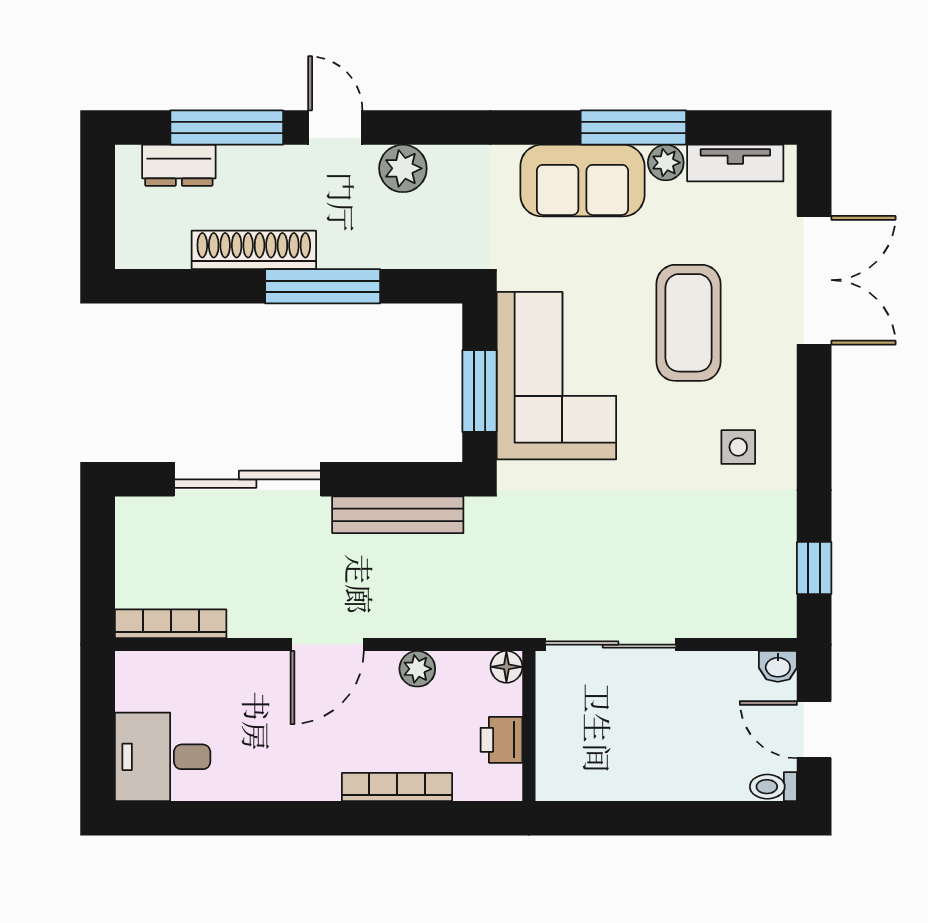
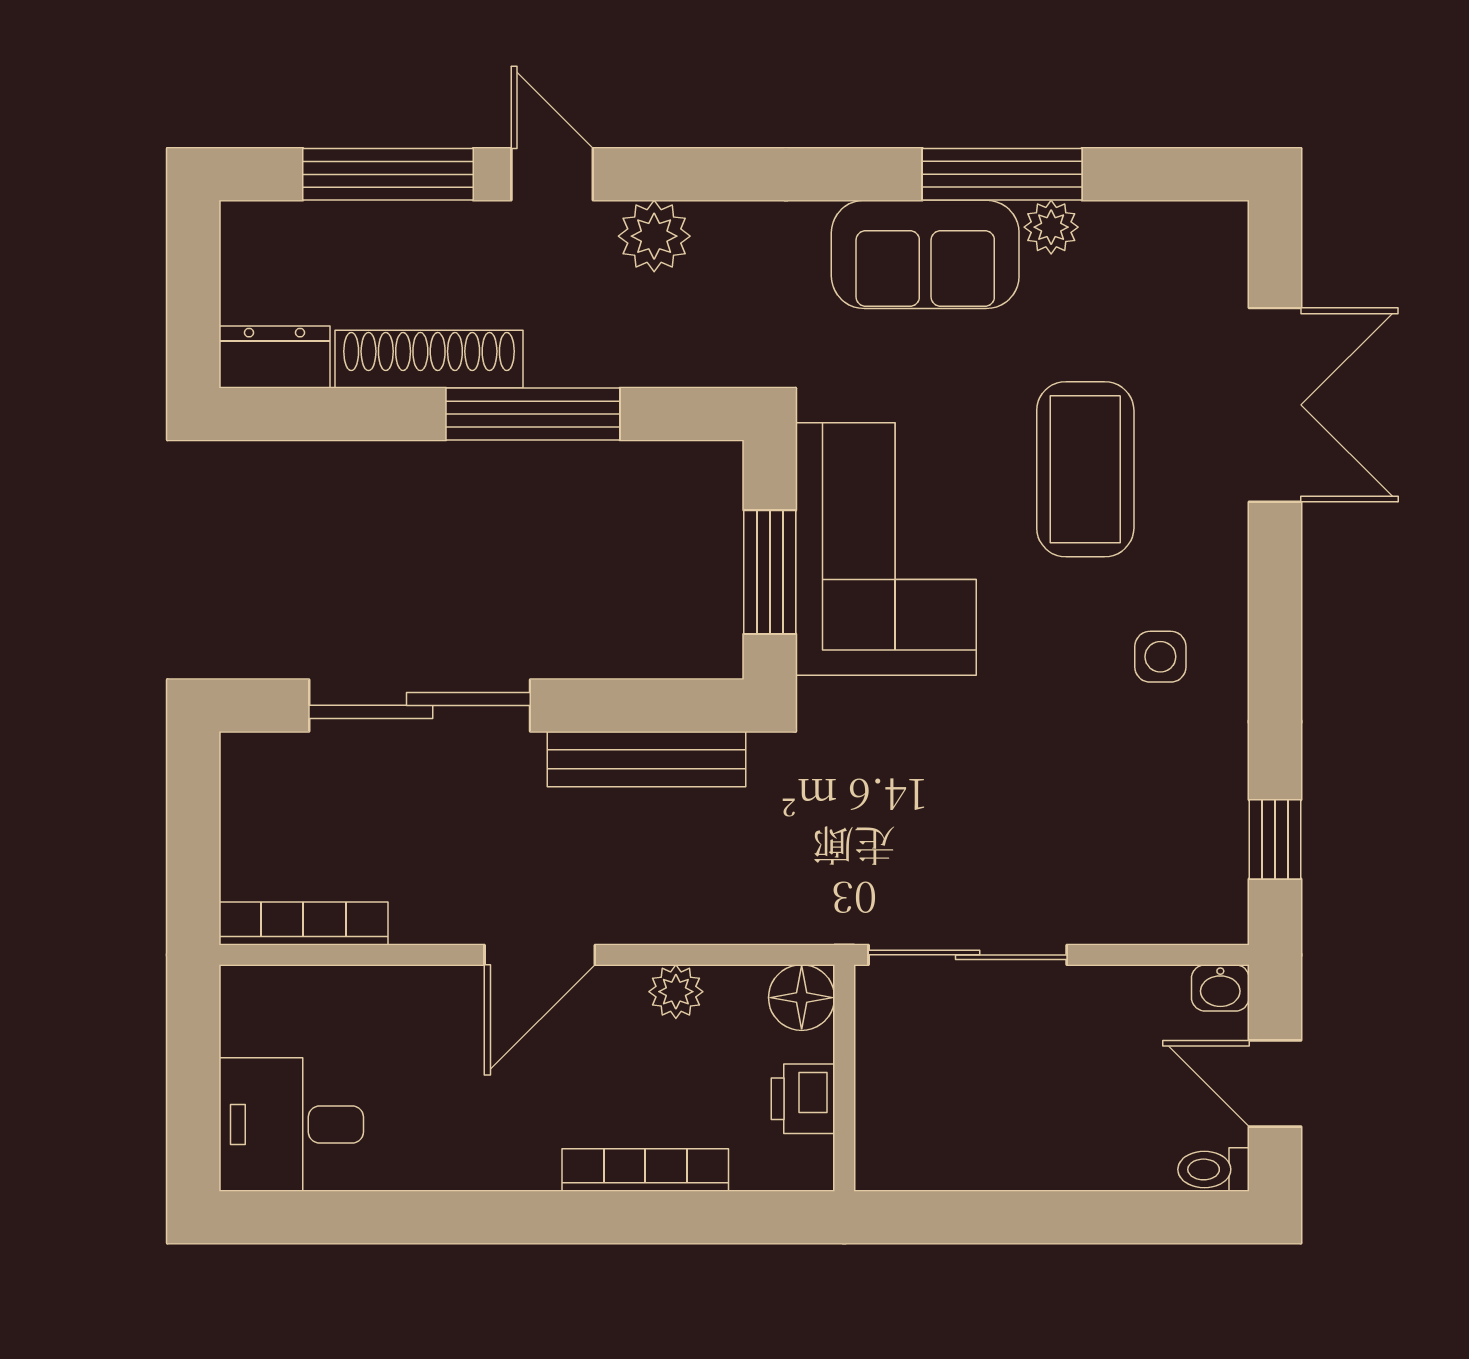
tv unit: (735, 163) -> (1156, 228), removed
dresser: (179, 165) -> (274, 357), moved, turned 180
floor lamp: (506, 667) -> (802, 998), width x1.37, depth x1.37

